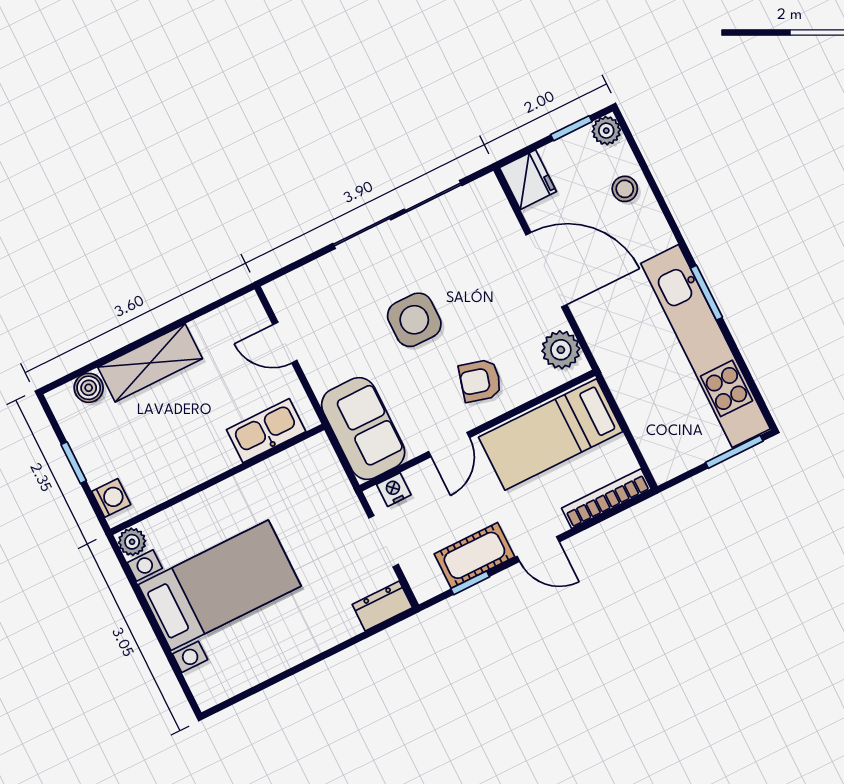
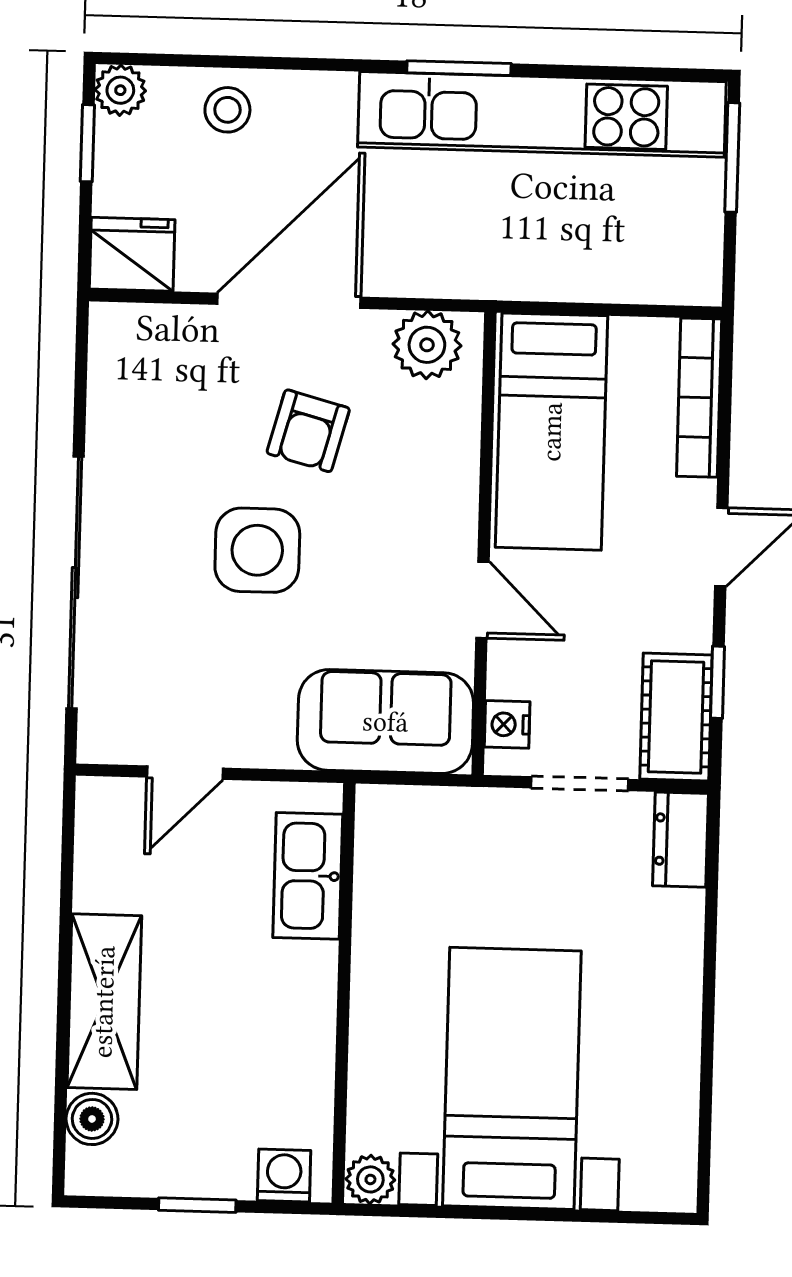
sliding door: (397, 215) -> (75, 583), moved
armchair: (480, 381) -> (308, 431), moved
cot: (474, 555) -> (676, 717), moved

